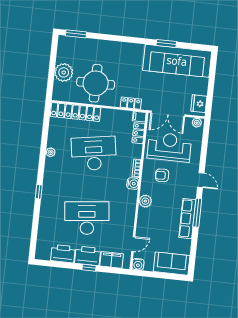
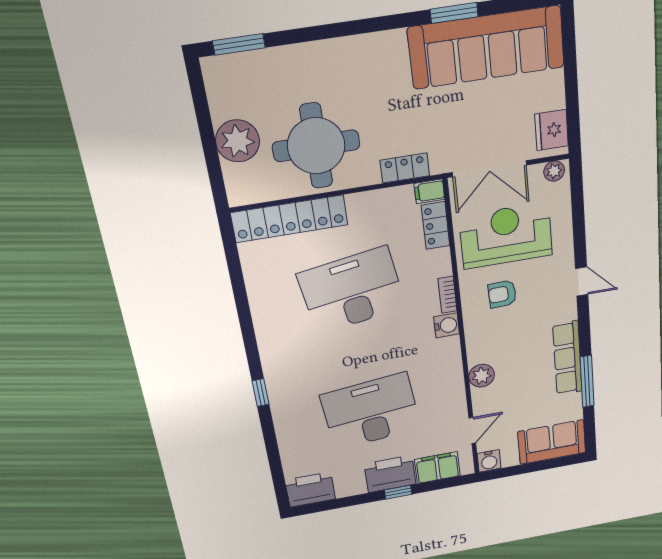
plant: (51, 152) -> (261, 313), removed
plant: (145, 201) -> (482, 376), moved
window: (197, 213) -> (587, 381), moved
printer: (63, 254) -> (310, 490), moved

